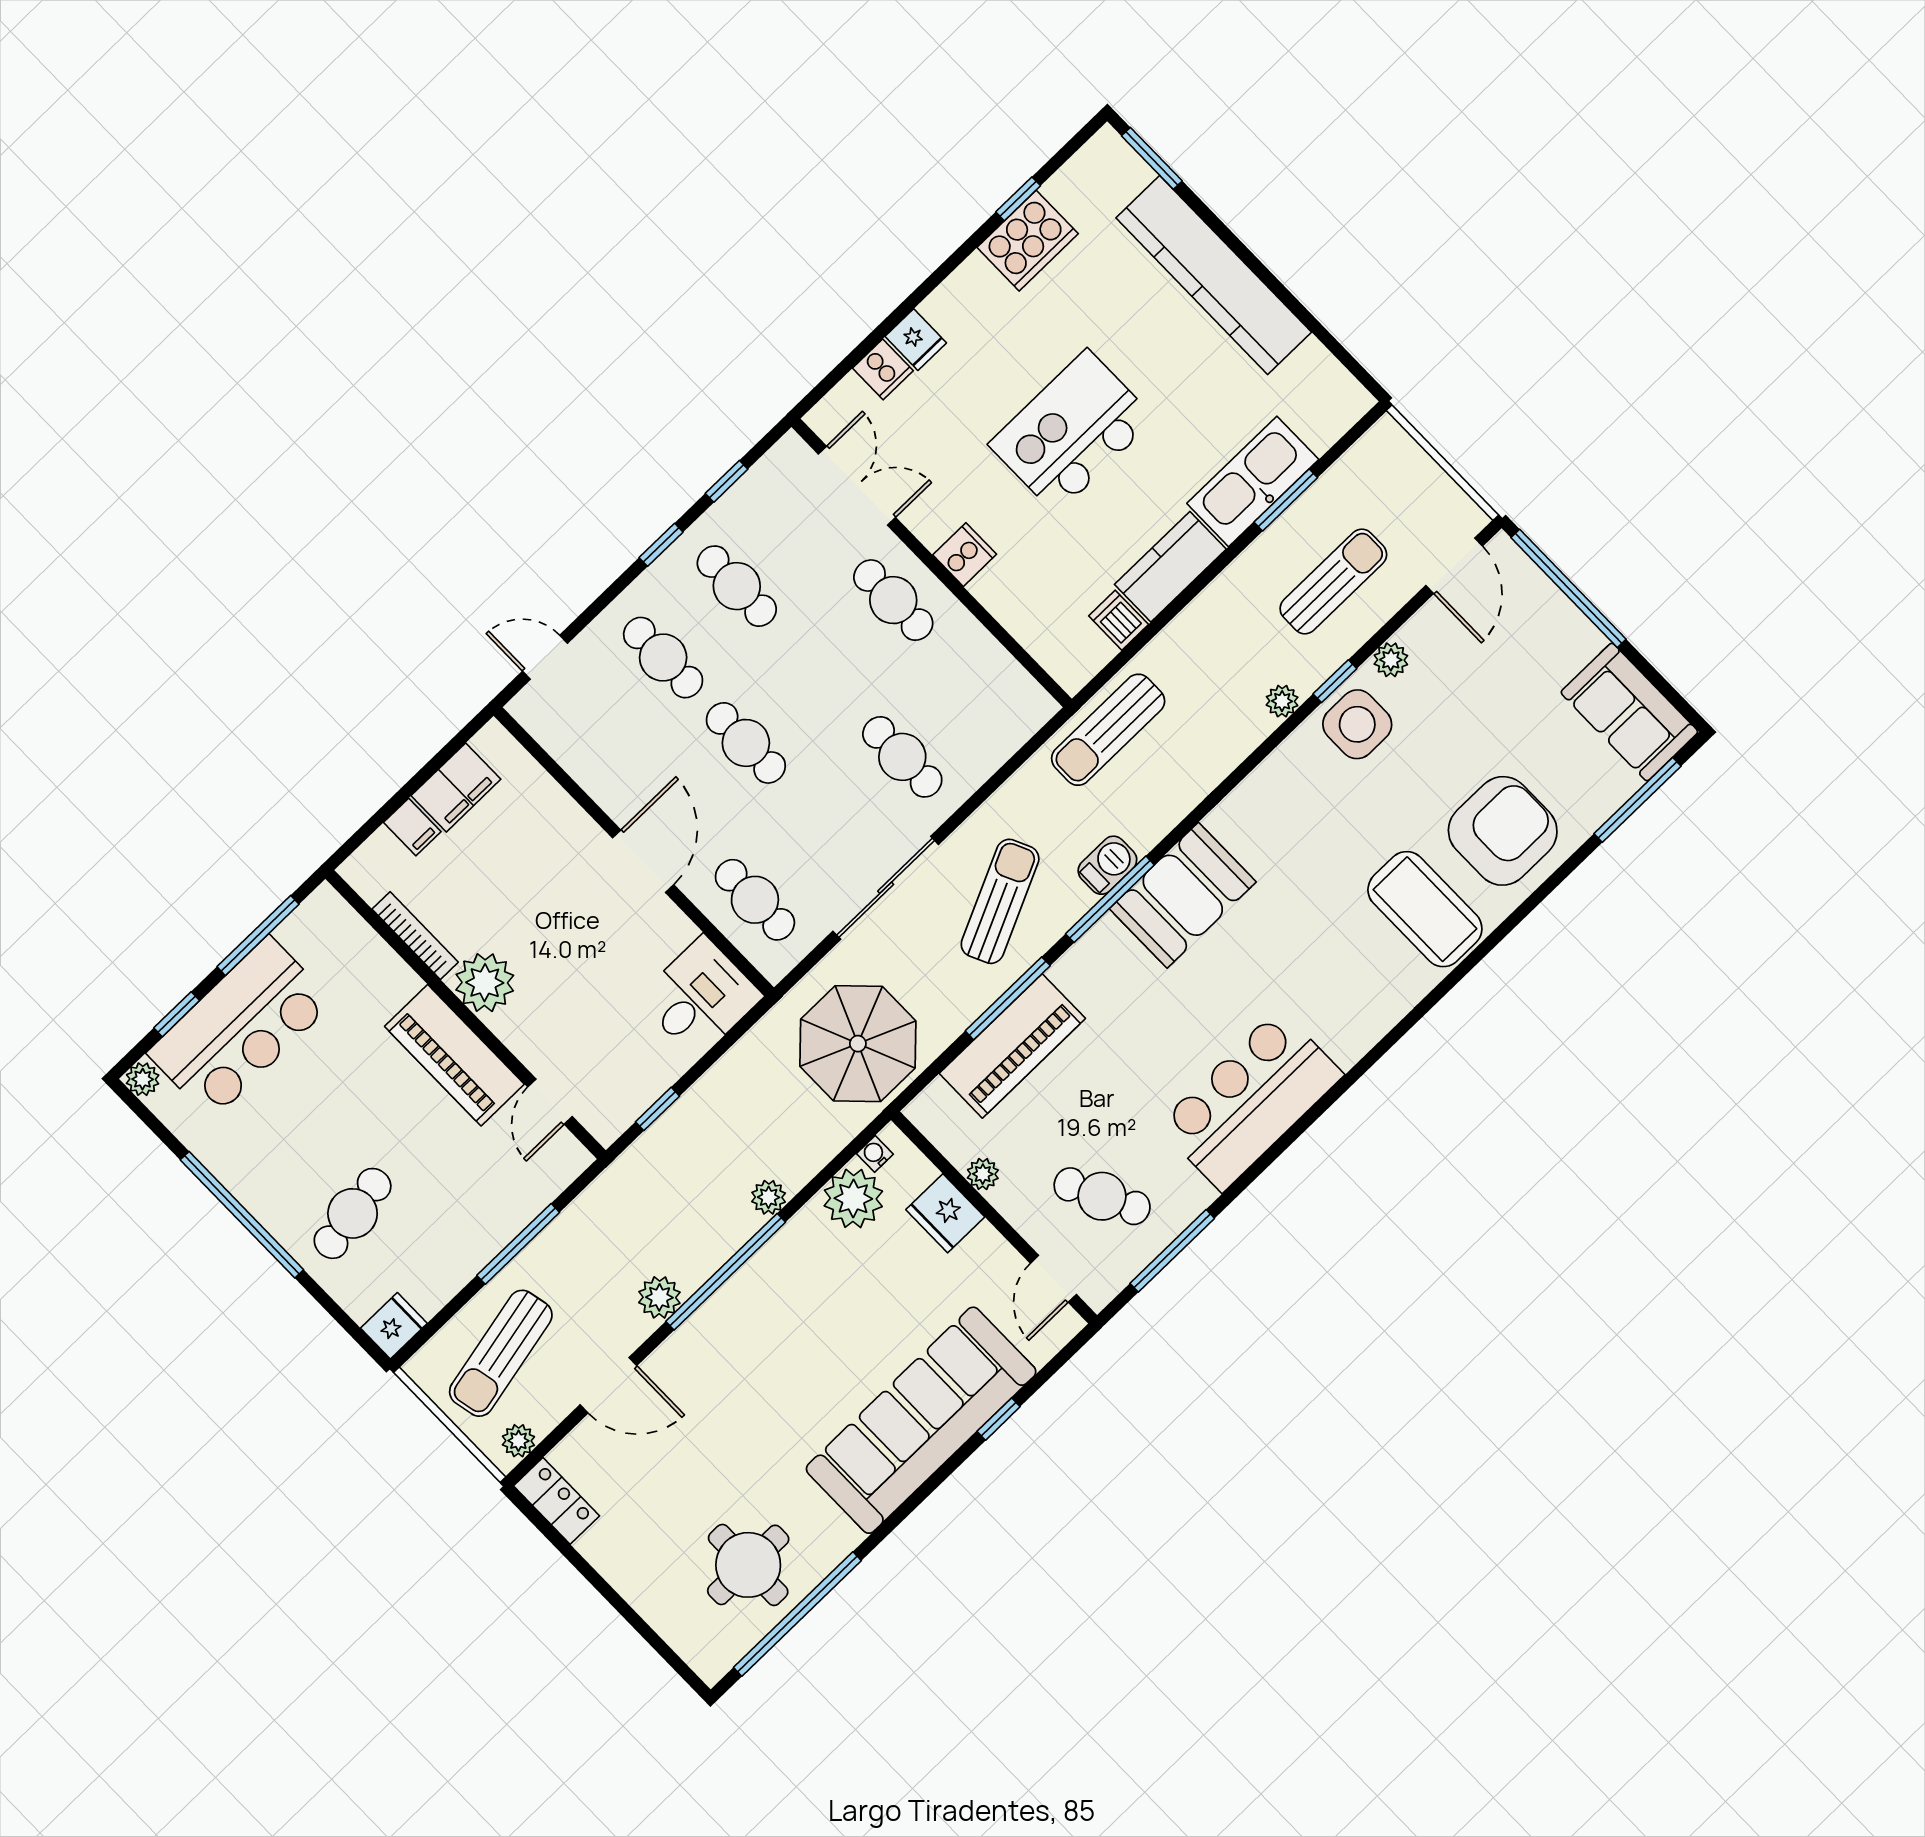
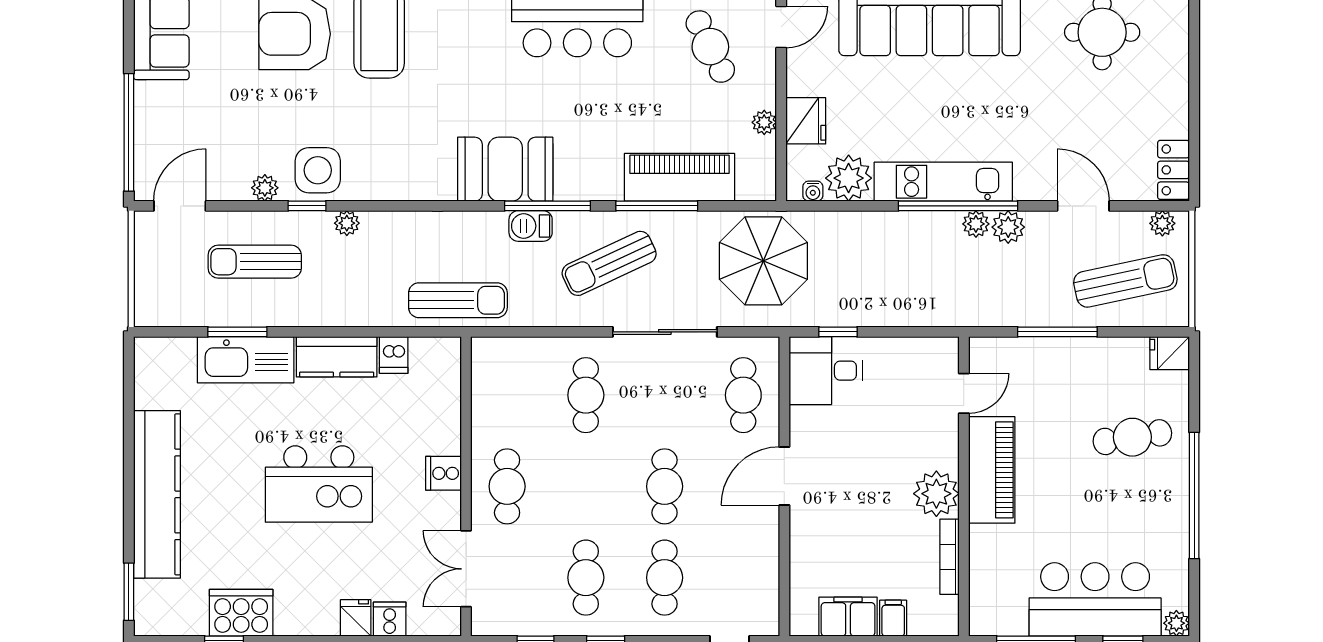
window: (657, 1109) -> (838, 332), moved
plant: (769, 1197) -> (976, 224), moved
kitchen unit: (761, 1281) -> (943, 182), added

